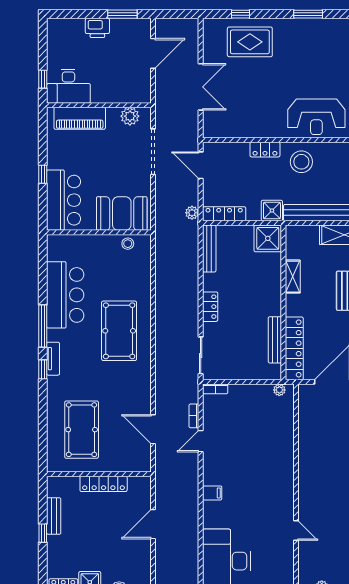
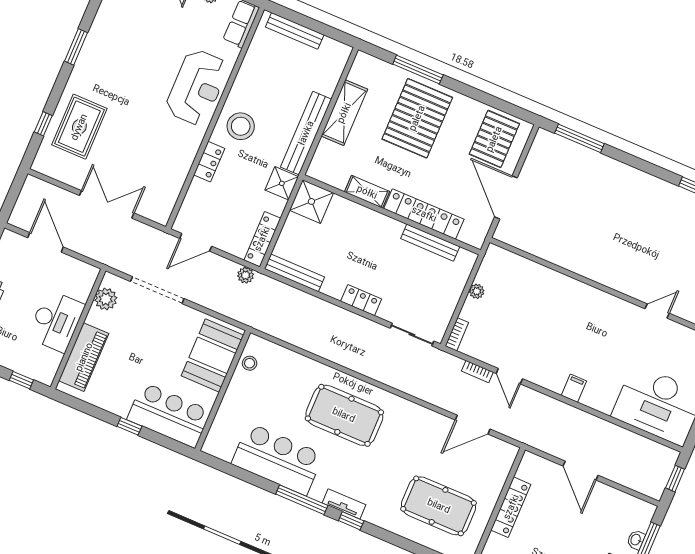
desk: (68, 86) -> (56, 321), moved
locker: (294, 348) -> (424, 214), moved
plant: (279, 390) -> (477, 291), moved

